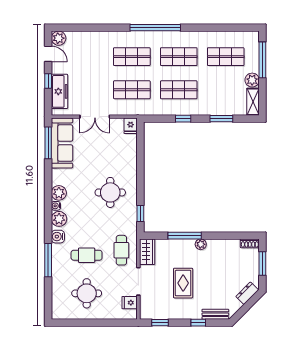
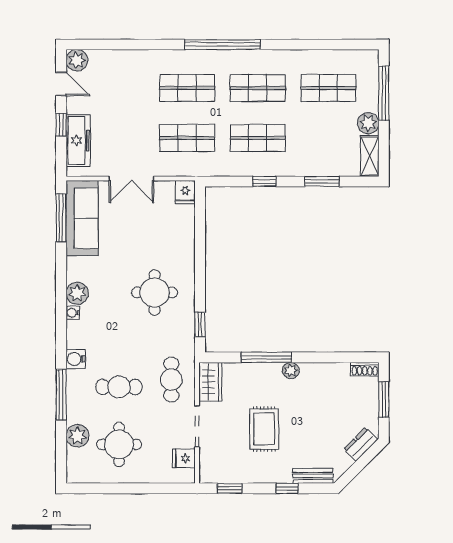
plant: (59, 219) -> (77, 436), moved

